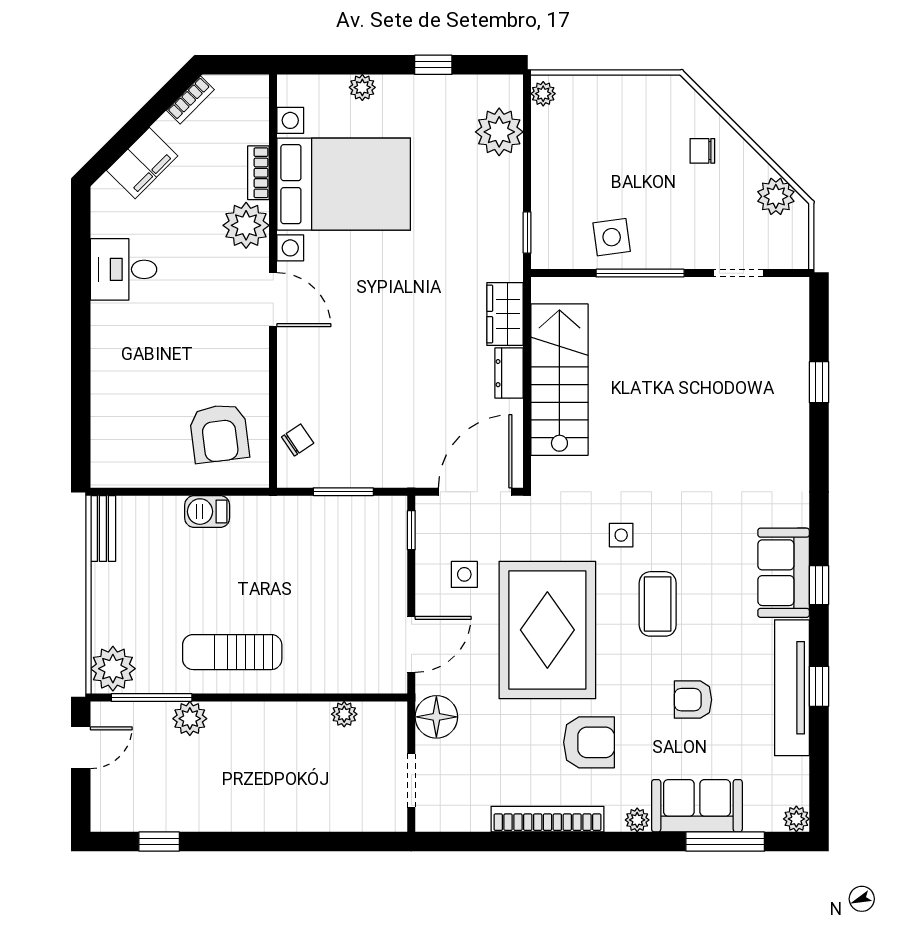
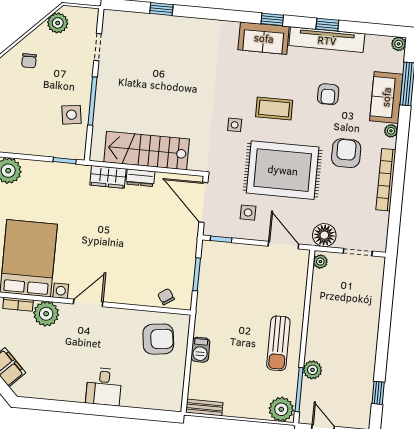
desk: (124, 269) -> (104, 387), moved
plant: (344, 714) -> (320, 262), moved

